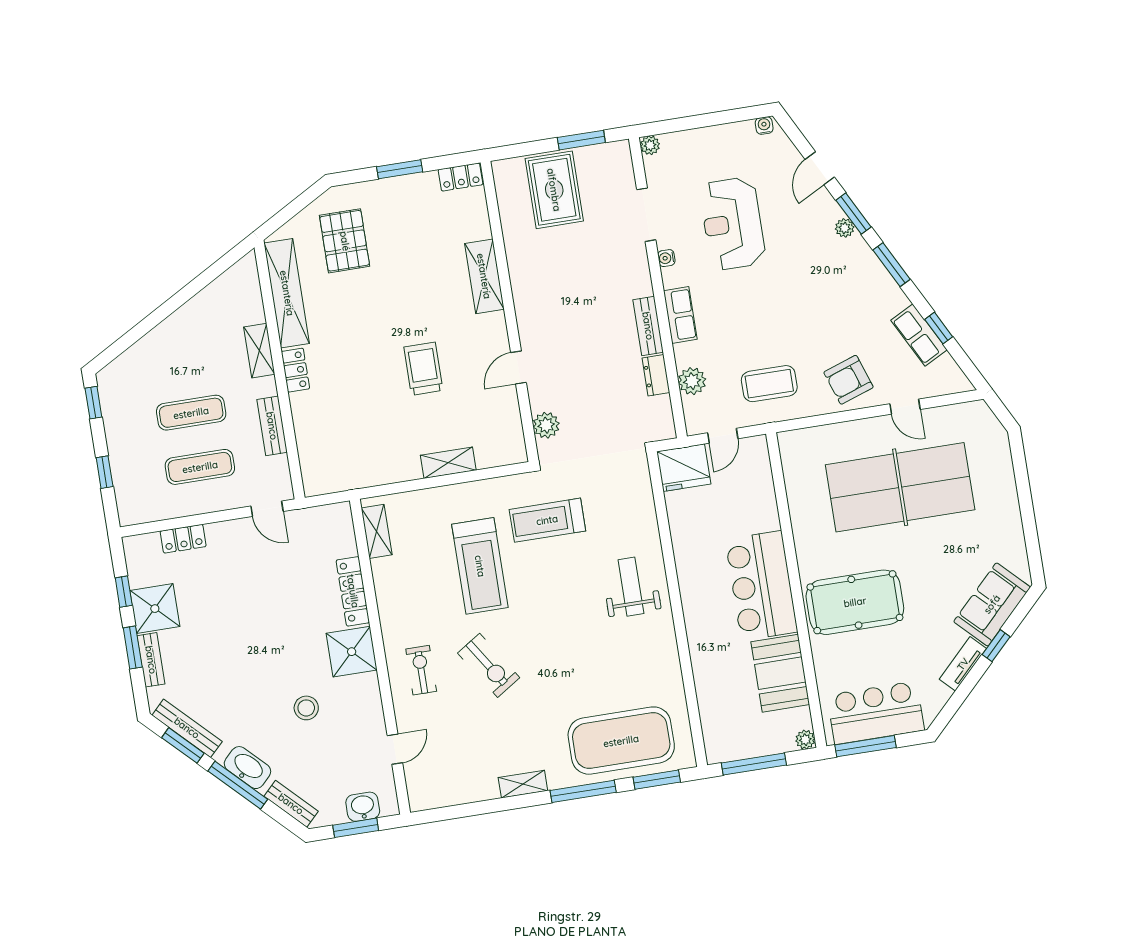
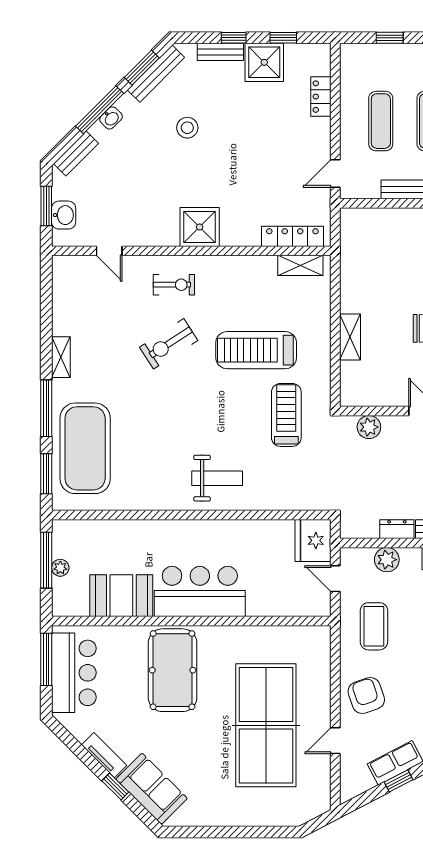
locker: (353, 591) -> (292, 236), moved
window: (133, 647) -> (234, 38), width x0.67
stool: (306, 708) -> (187, 128), moved
plant: (805, 740) -> (60, 568), moved
washbasin: (247, 768) -> (111, 118), width x0.52, depth x0.69

